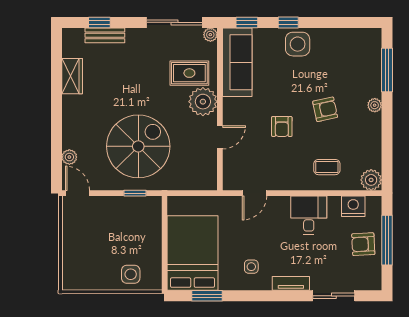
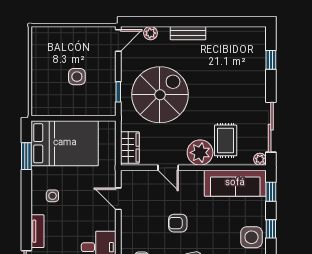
bench: (105, 35) -> (188, 33), moved, turned 90
wardrobe: (72, 76) -> (130, 148), moved, turned -90
spiral stairs: (138, 146) -> (160, 95), turned -90
side table: (131, 274) -> (77, 77), moved

